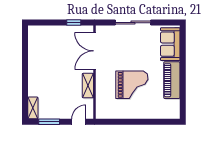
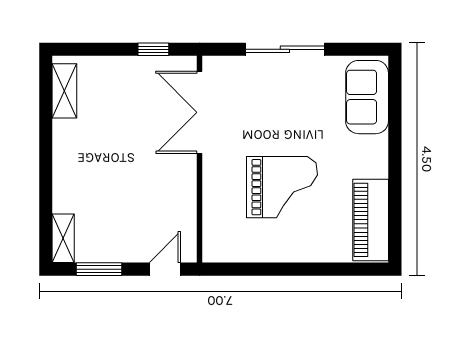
piano: (172, 80) -> (371, 220), moved
shelving: (88, 86) -> (64, 91), moved

